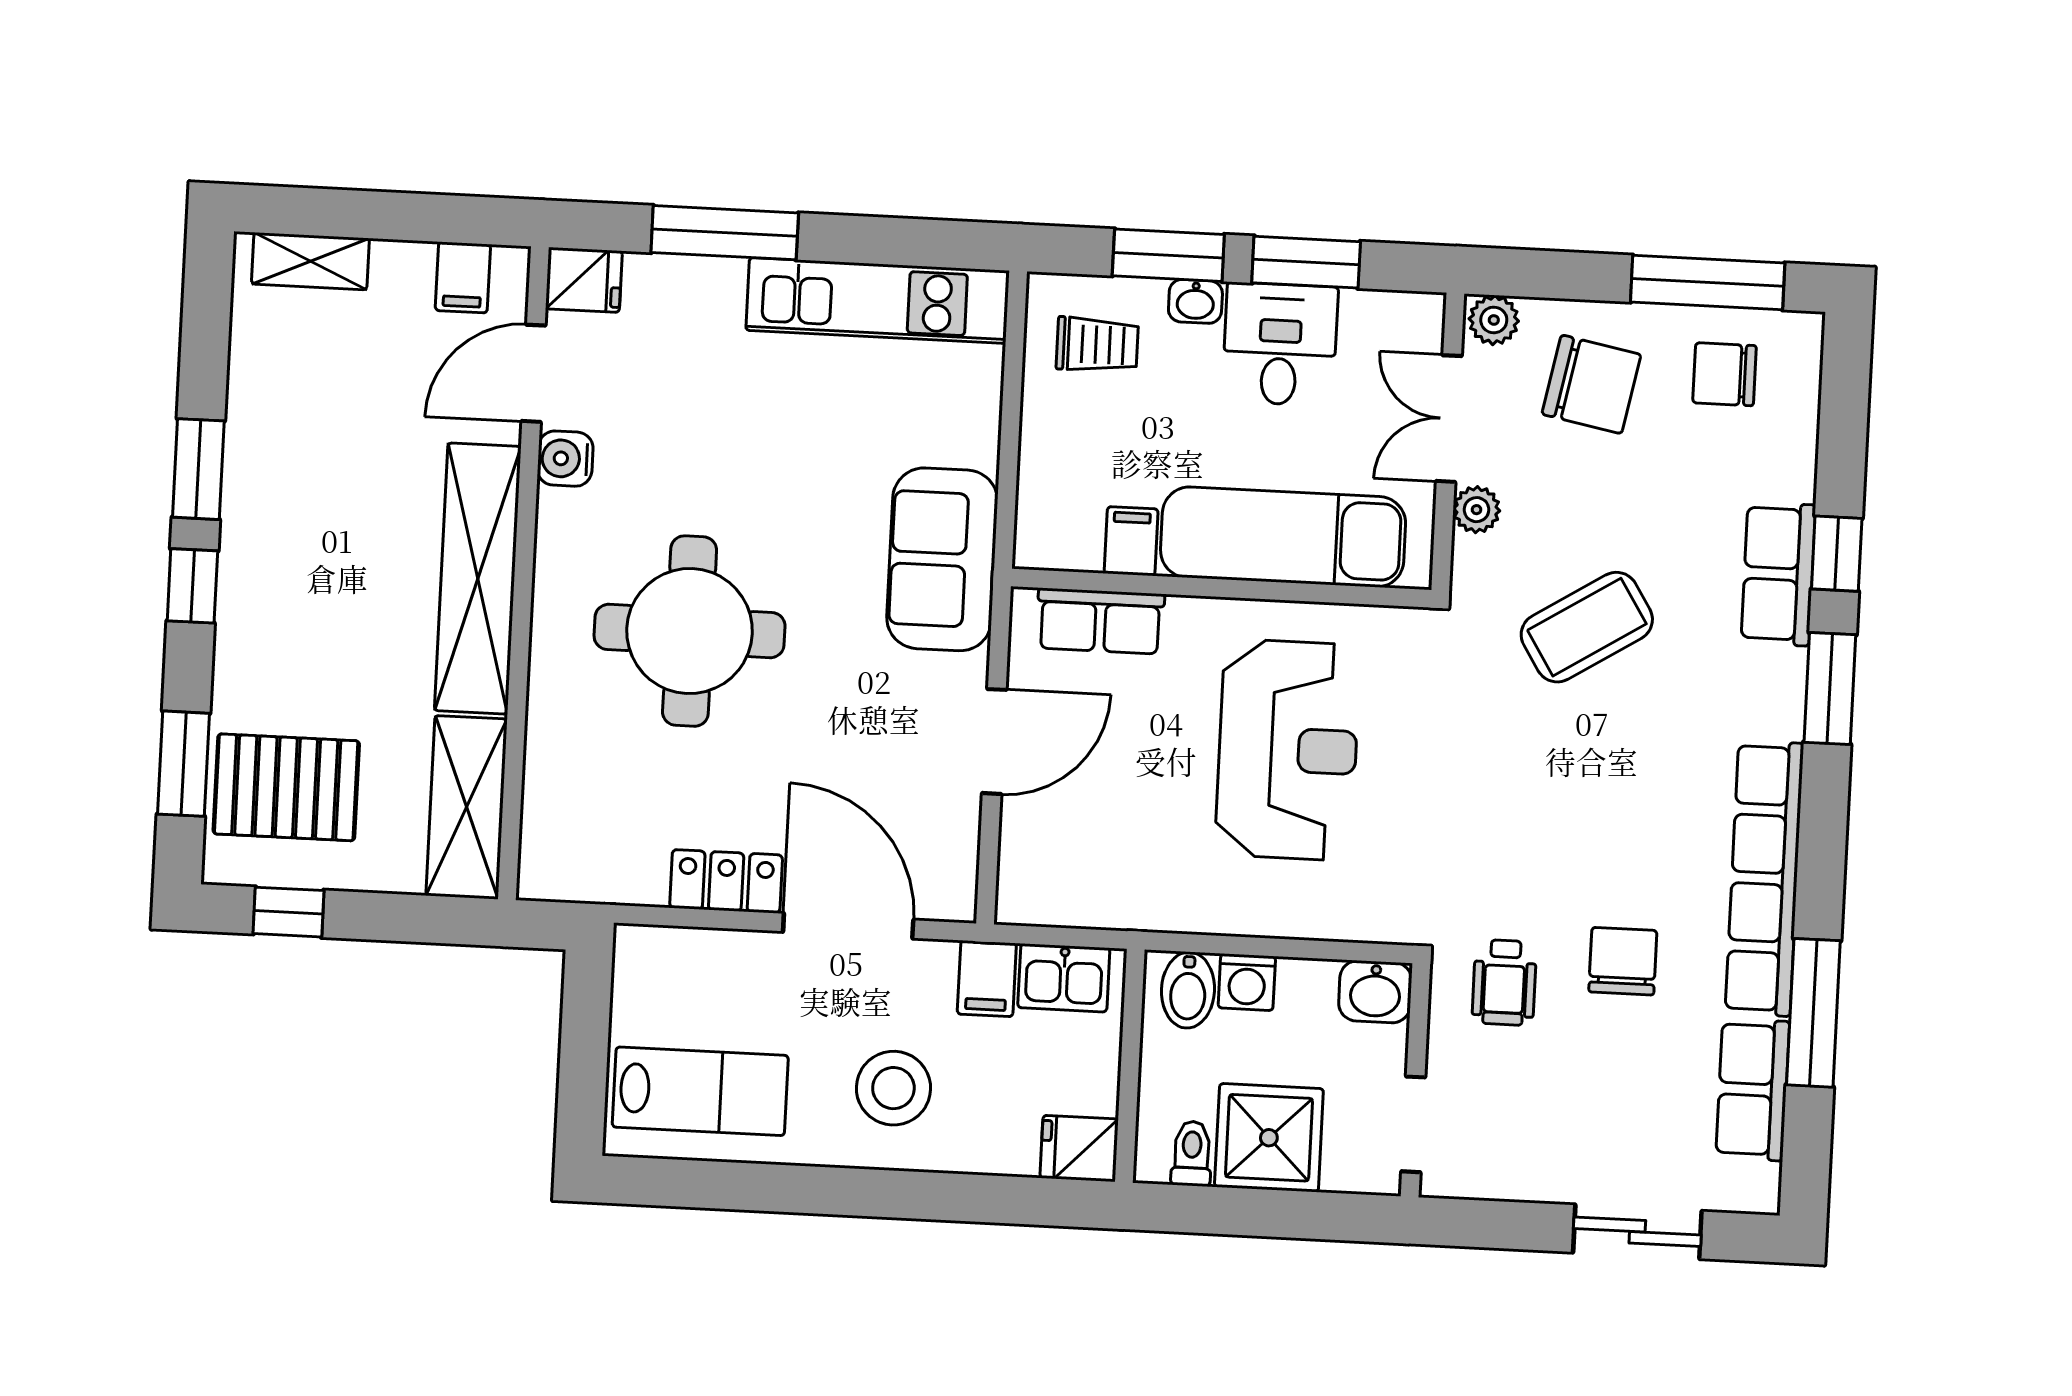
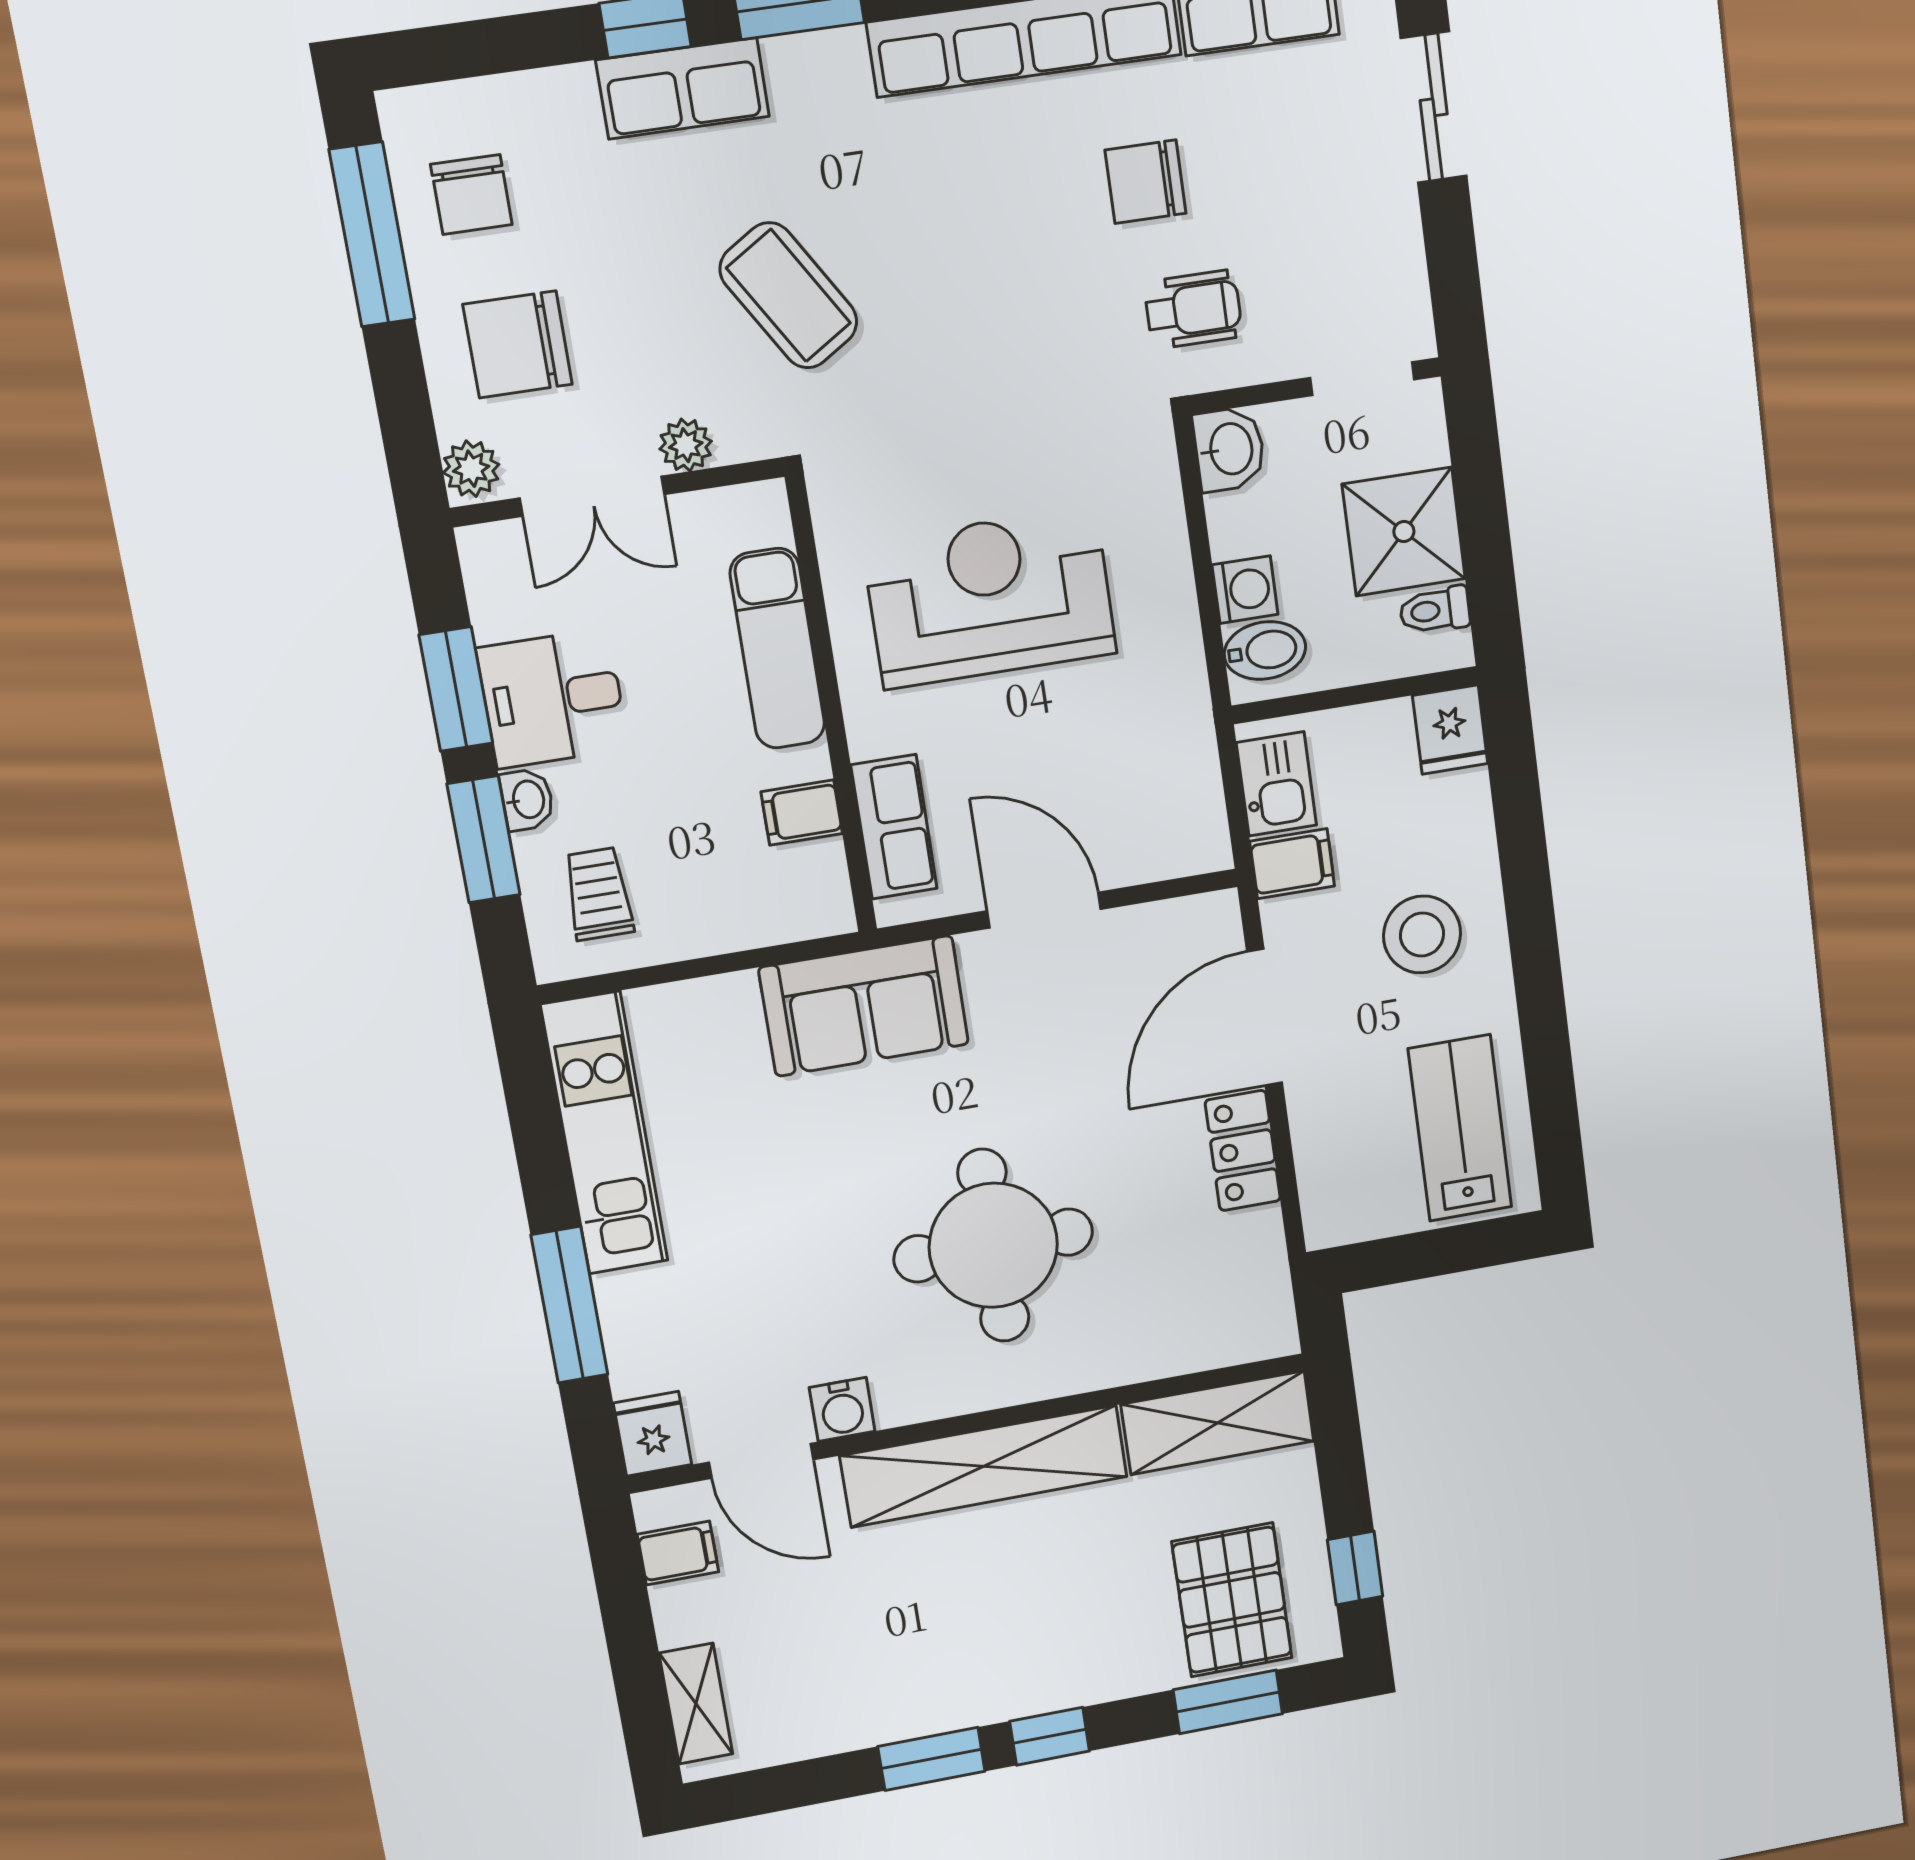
chair: (1591, 384) -> (518, 344), turned -101
exam couch: (1283, 537) -> (777, 649), width x0.73, depth x0.69

